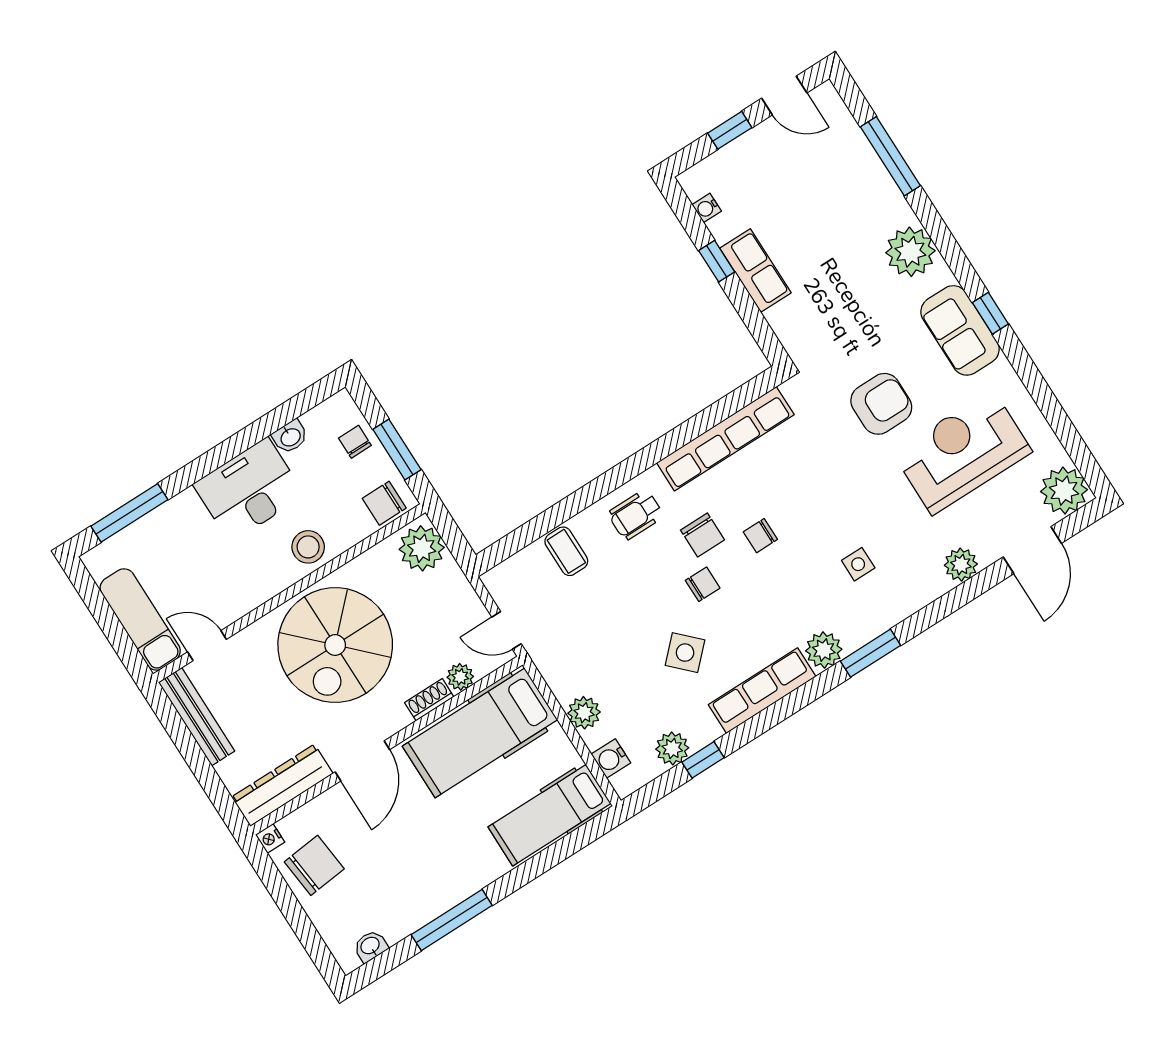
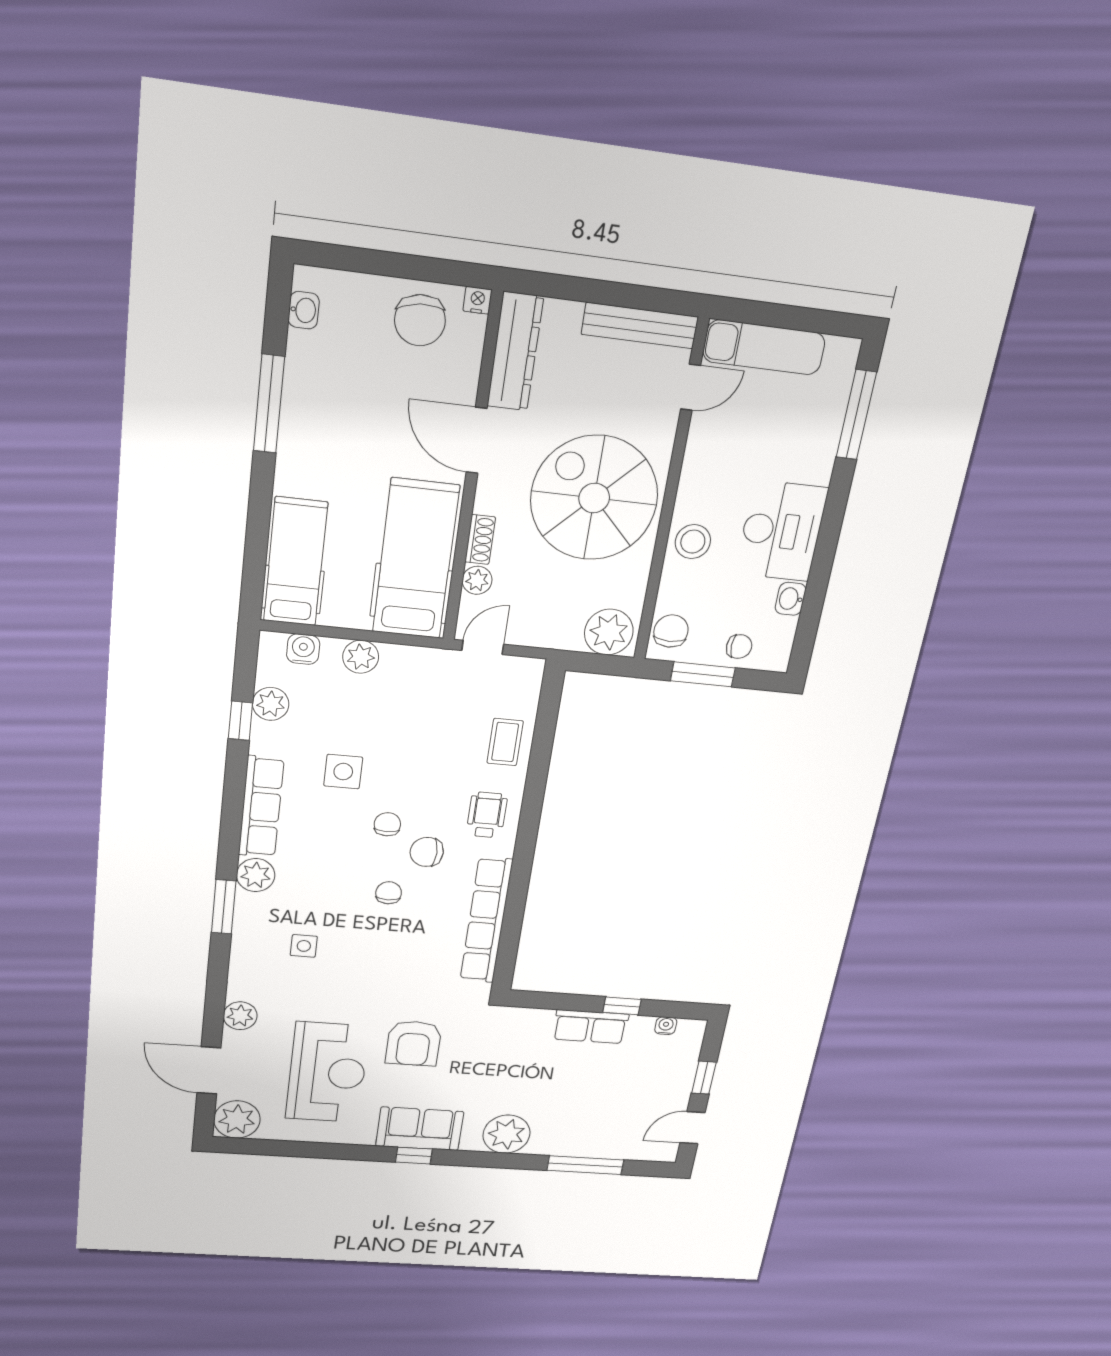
coffee table: (566, 551) -> (505, 742), turned 90
chair: (703, 584) -> (387, 824), turned 180
side table: (685, 653) -> (343, 772), turned 45

